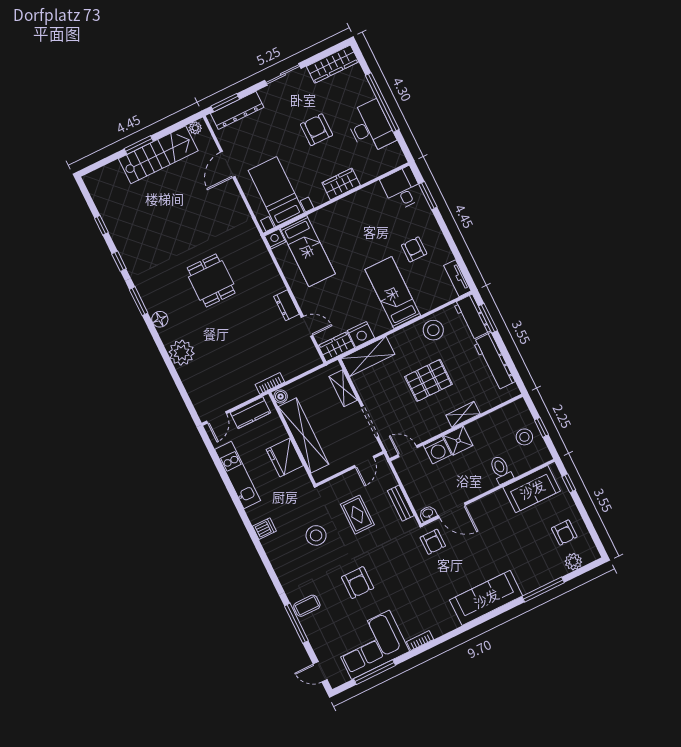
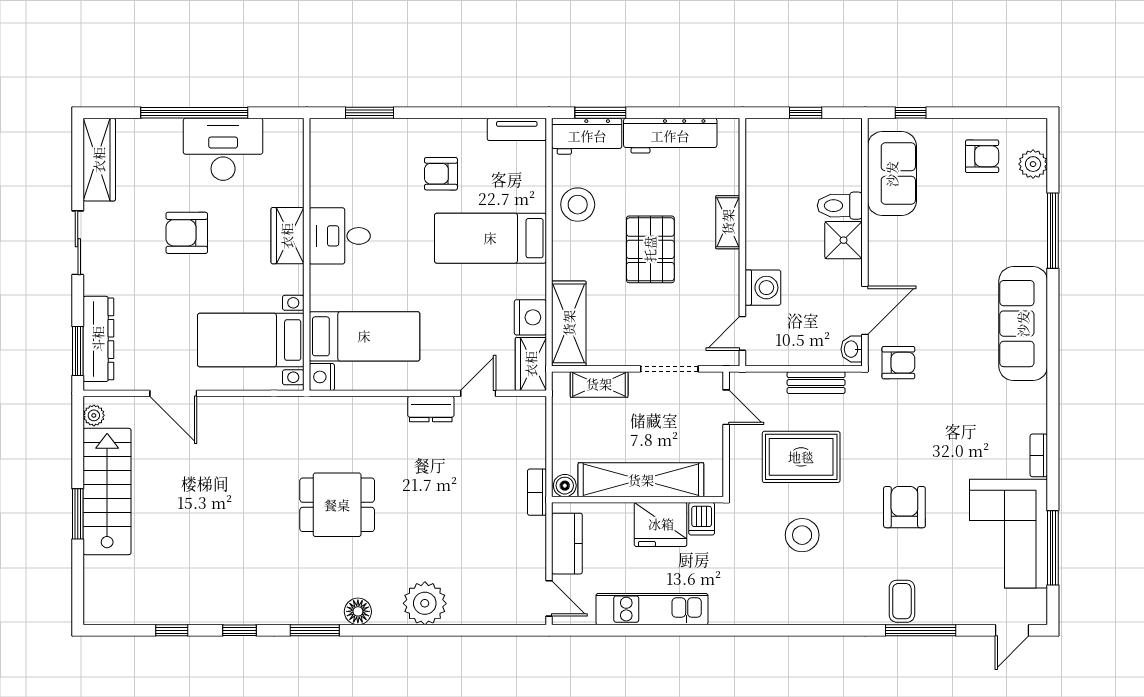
desk: (402, 189) -> (340, 236), moved
stool: (524, 437) -> (807, 146), removed
shower: (458, 441) -> (844, 240), moved
rug: (357, 515) -> (801, 457), width x1.36, depth x1.43
dishwasher: (264, 529) -> (702, 519), moved, turned 180
armchair: (358, 583) -> (904, 507), turned -90

